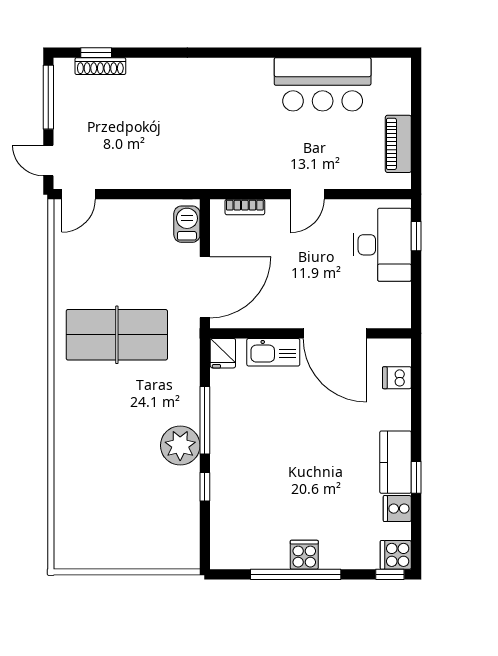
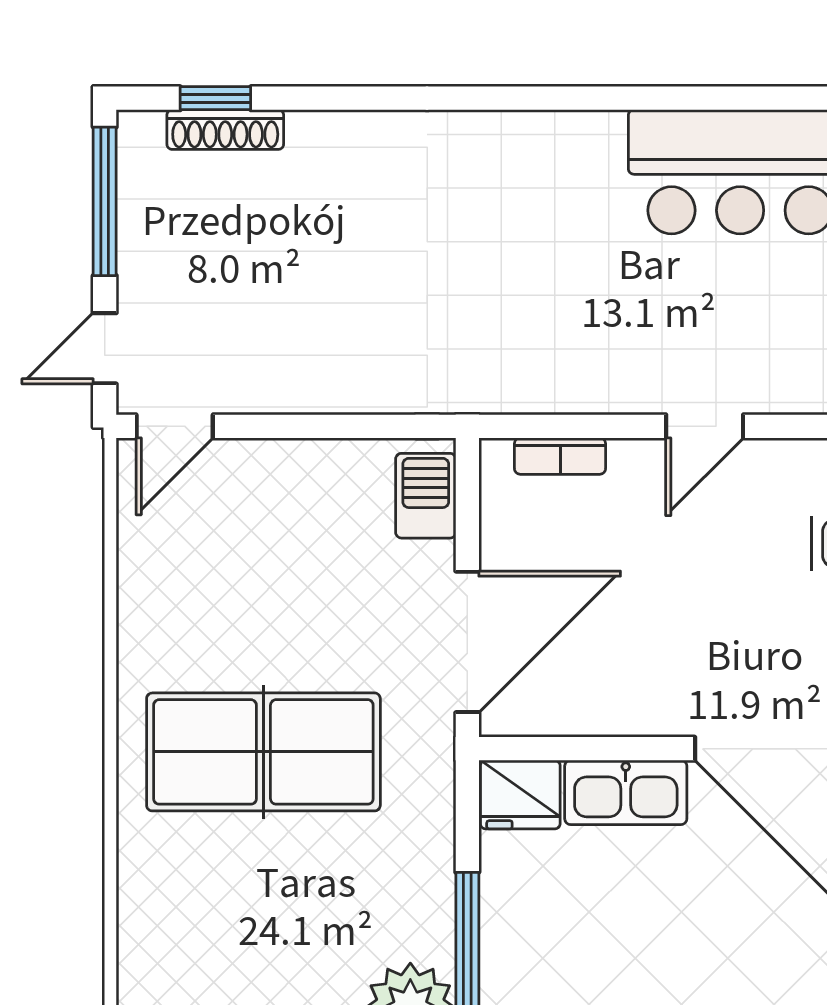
door: (48, 161) -> (105, 348), hinge flipped
fridge: (223, 353) -> (520, 795), width x1.38

